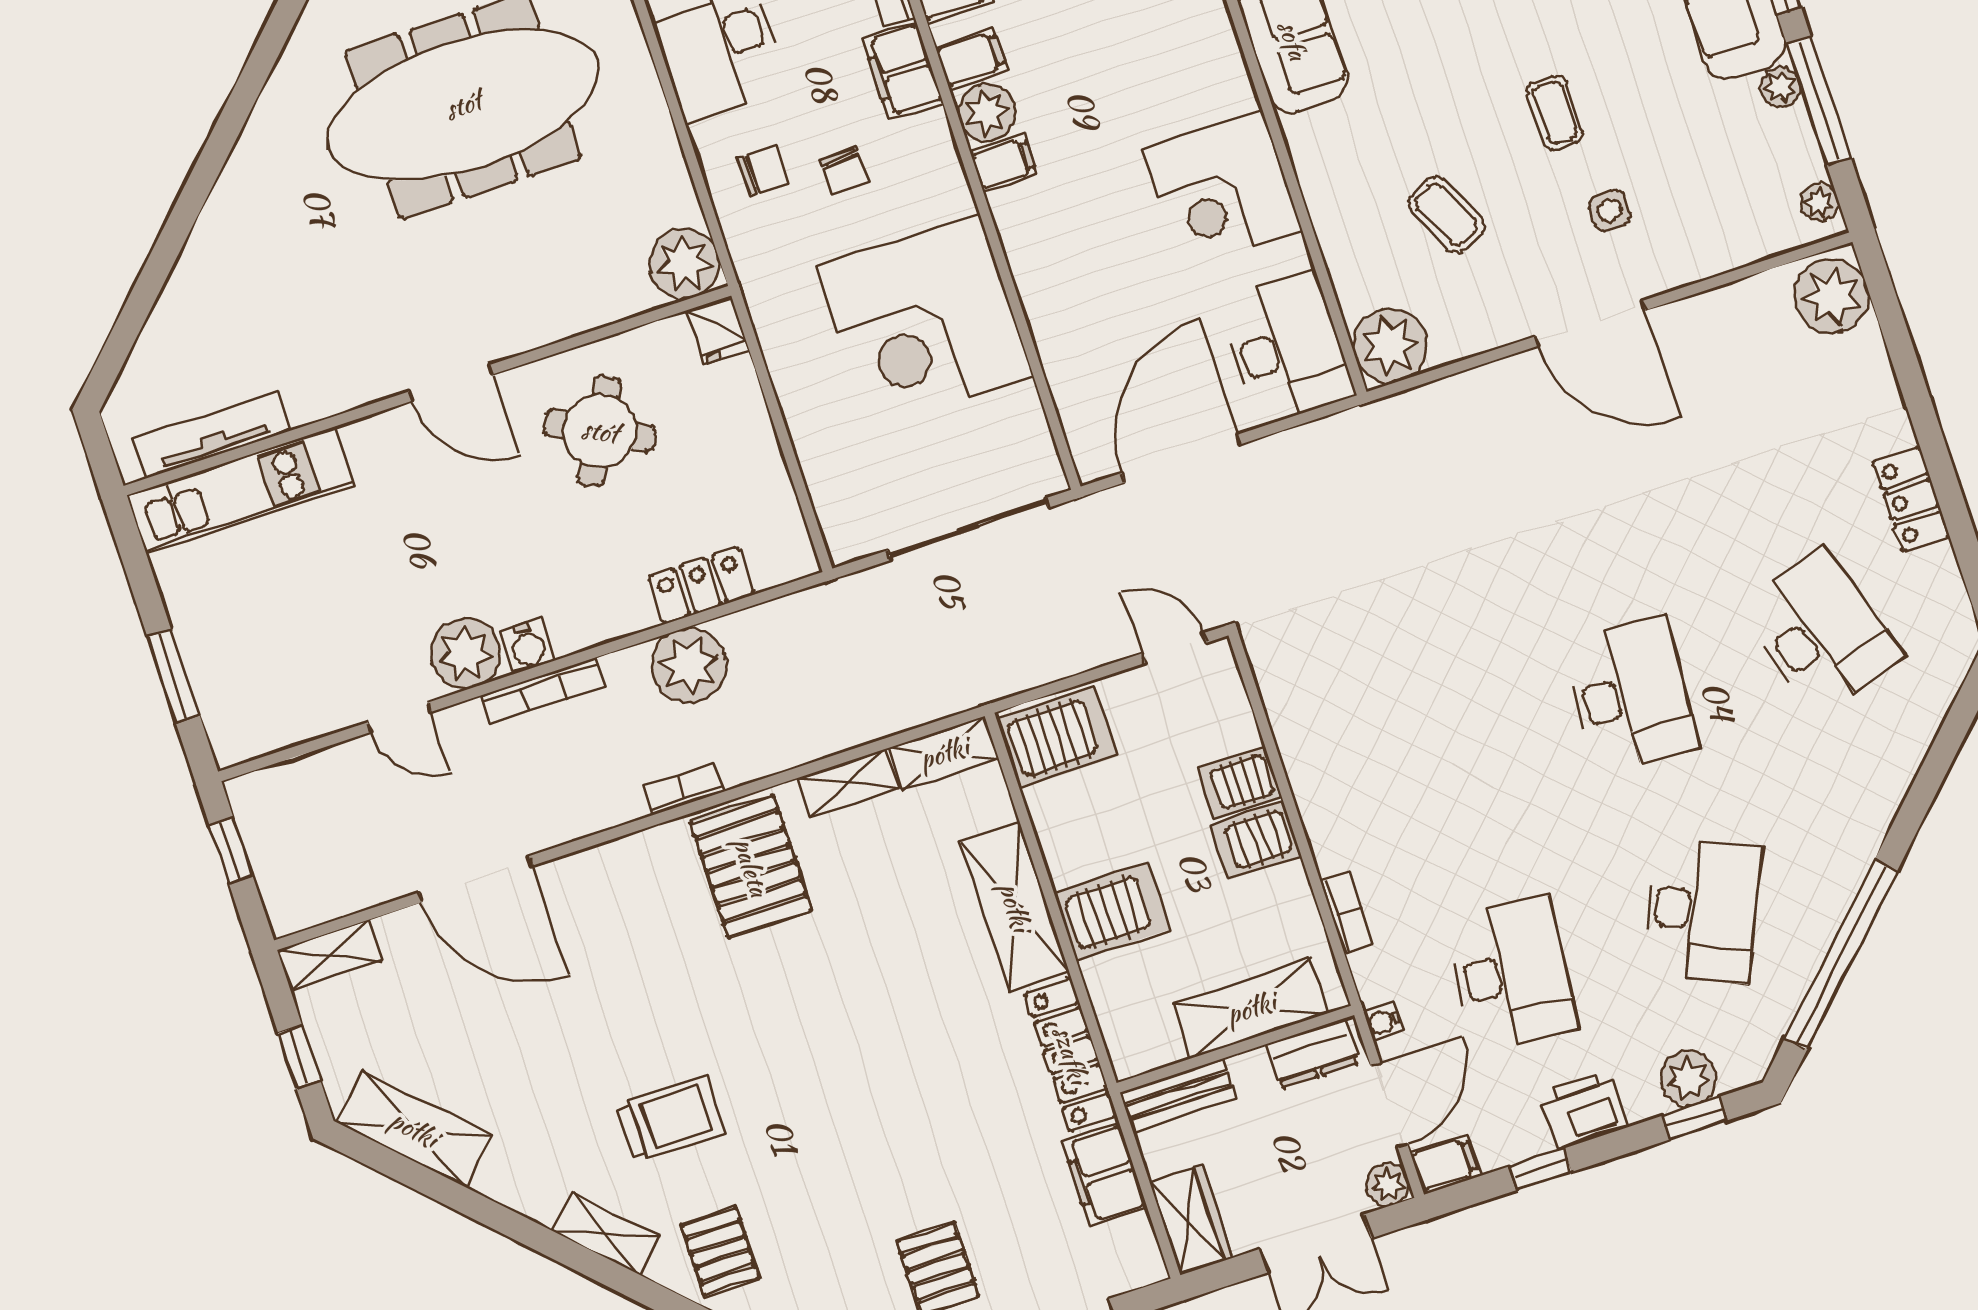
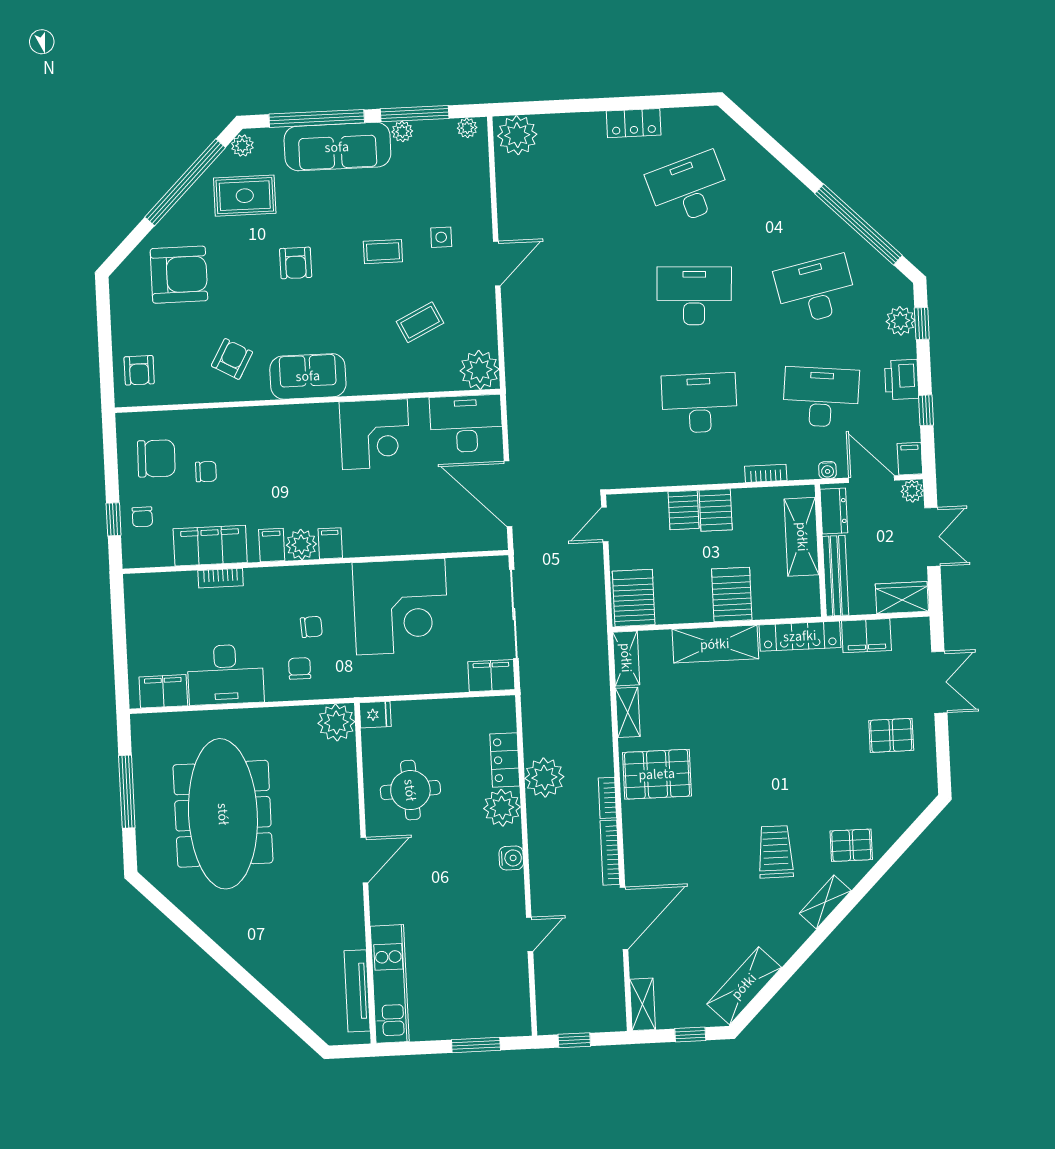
filing cabinet: (903, 71) -> (491, 676), moved, turned 180
door: (1590, 323) -> (497, 264), width x0.73
round table: (600, 431) -> (410, 790), turned -31
plant: (466, 653) -> (502, 808), moved
bookcase: (542, 691) -> (610, 853), moved, turned 180
desk: (1440, 758) -> (699, 403), added
desk: (1702, 910) -> (816, 290), turned -36
bench: (1178, 1095) -> (836, 576), width x1.36

